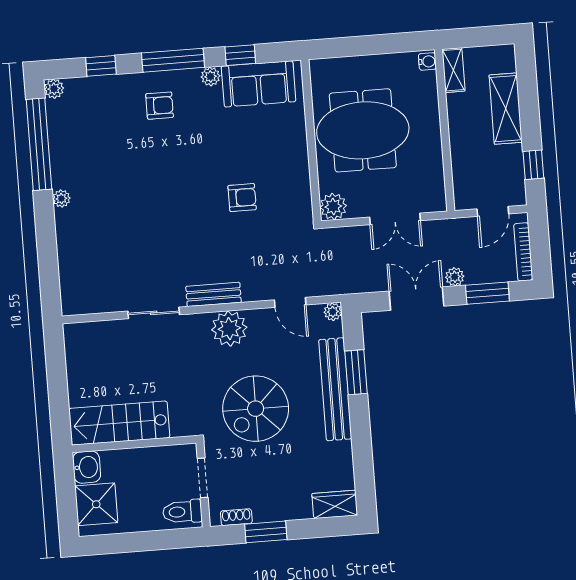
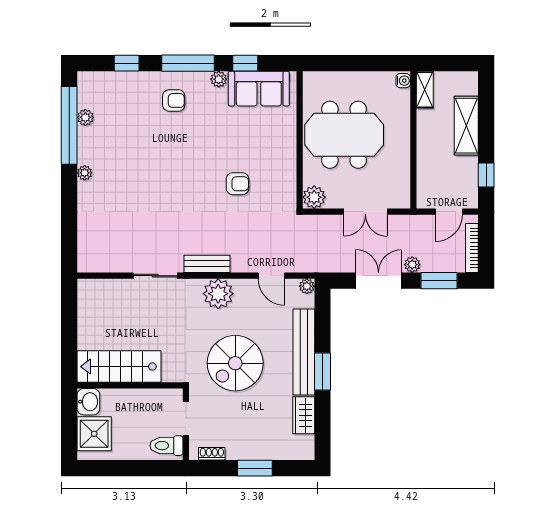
plant: (54, 89) -> (85, 117), moved
window: (356, 372) -> (323, 371), moved
wardrobe: (335, 504) -> (304, 415), moved, turned -90
window: (266, 532) -> (255, 468), moved

